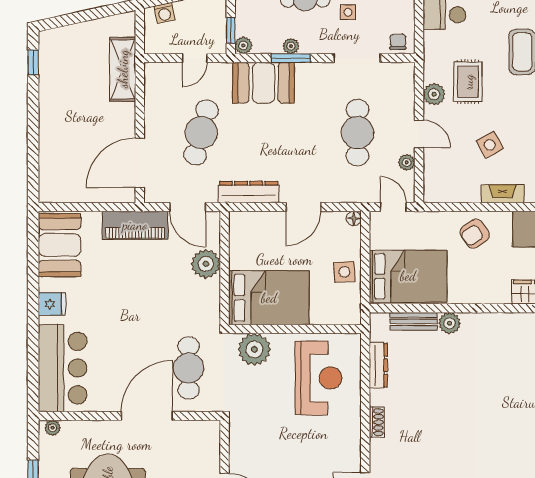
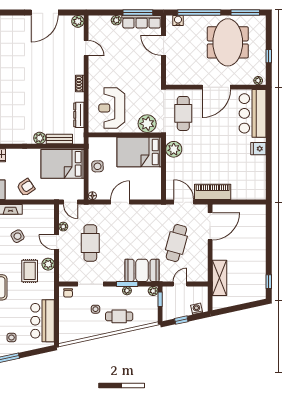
dresser: (249, 192) -> (150, 210), removed
booth: (60, 245) -> (254, 181), removed
plant: (206, 264) -> (174, 149), moved
door: (147, 416) -> (216, 87), moved

